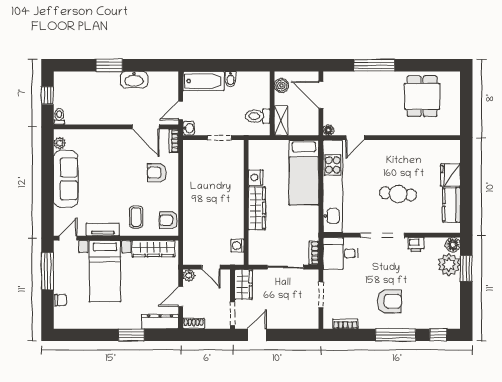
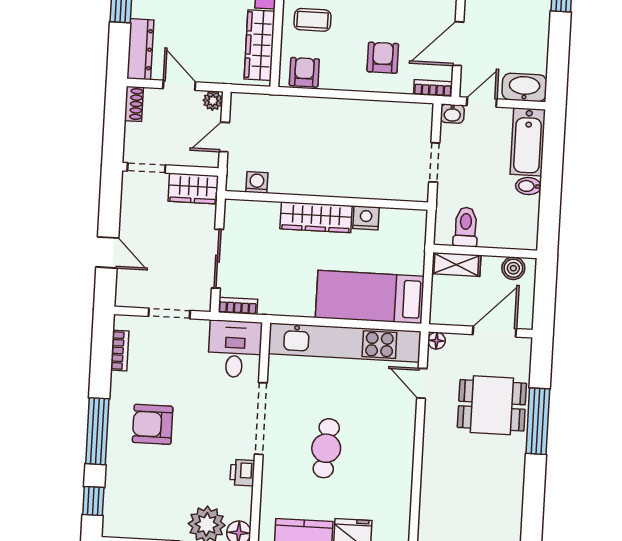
washbasin: (134, 80) -> (524, 87), moved, turned 90
dining table: (422, 96) -> (492, 405), moved
door: (181, 111) -> (482, 102), hinge flipped
armchair: (389, 301) -> (153, 424), turned 90
door: (257, 335) -> (107, 252), moved

